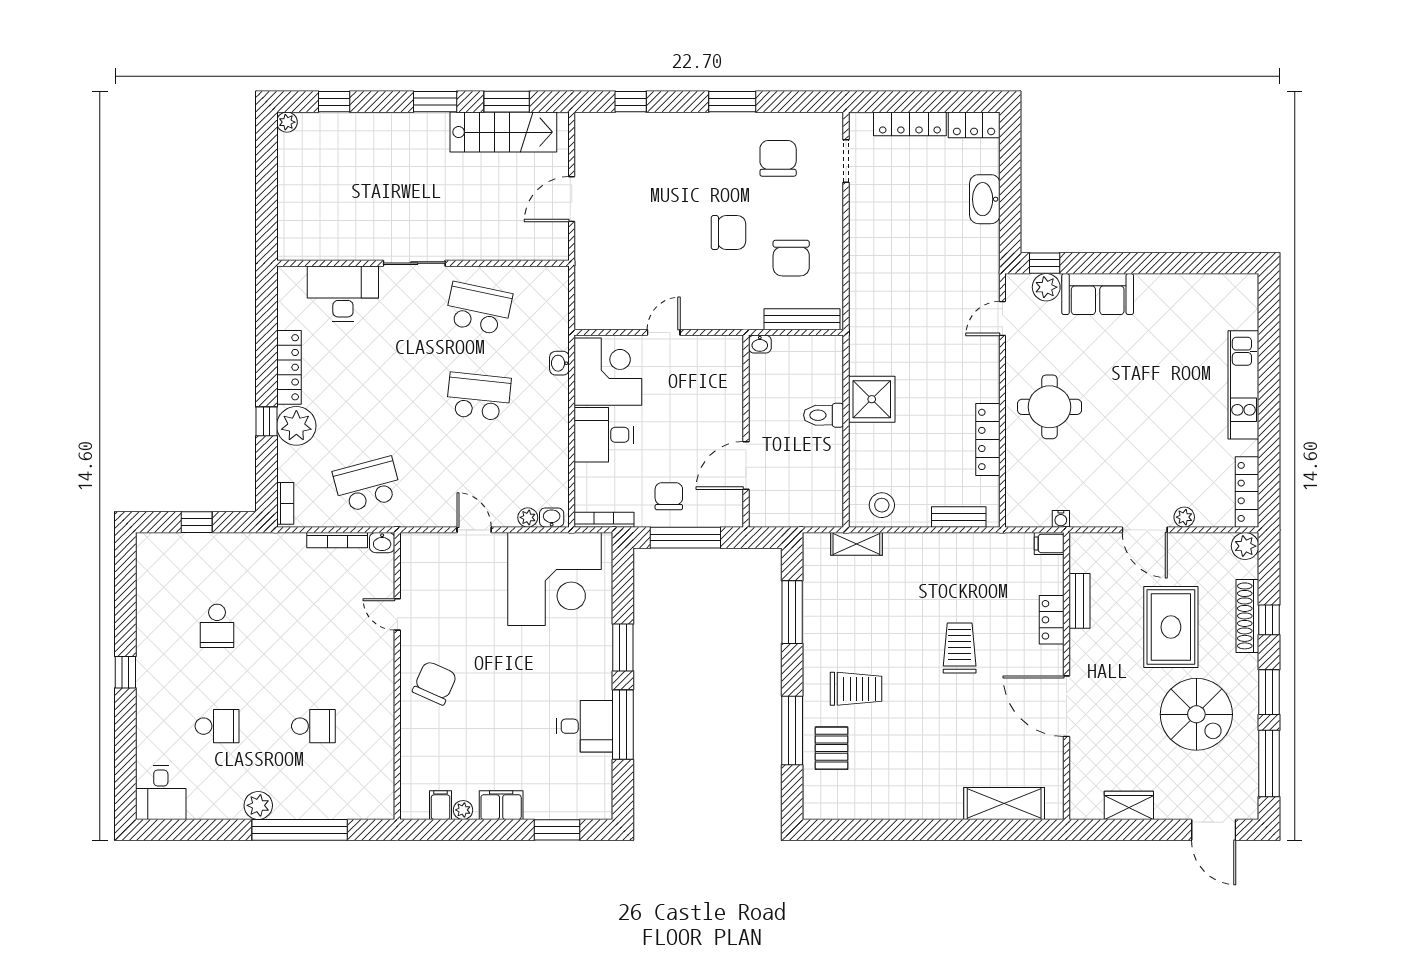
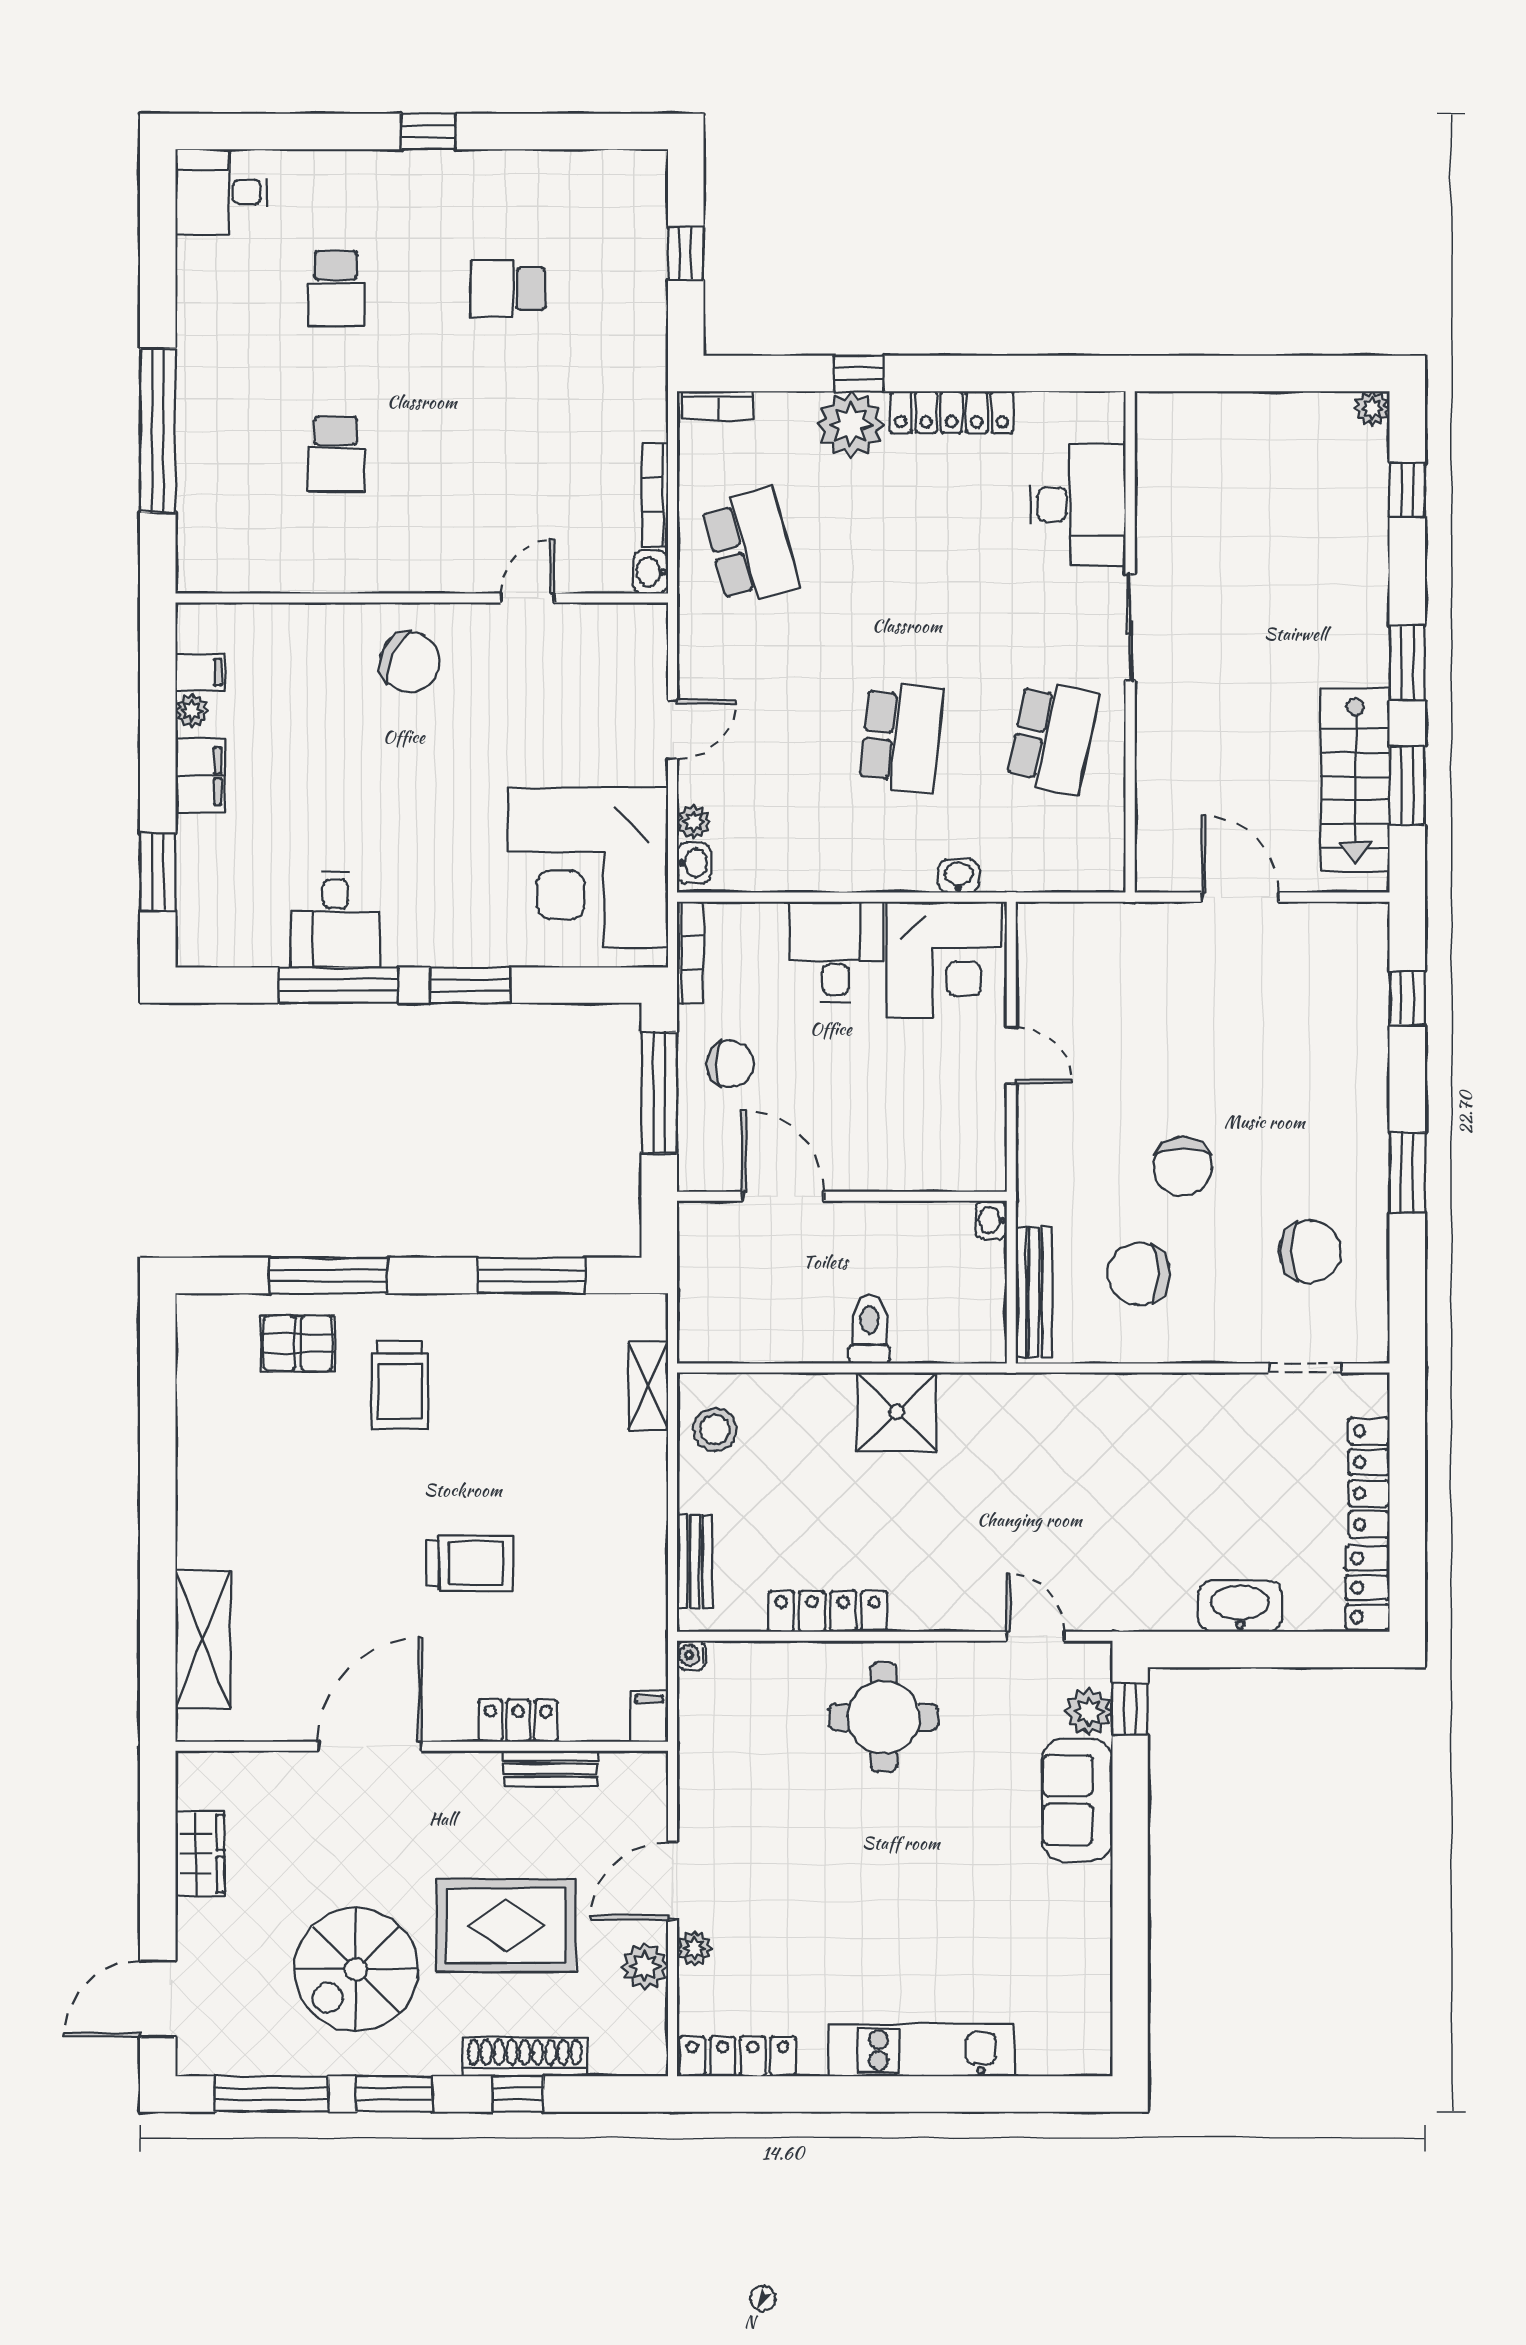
water cooler: (1061, 519) -> (691, 1655), moved
plant: (1245, 546) -> (645, 1966), moved
plant: (258, 805) -> (200, 359), removed

